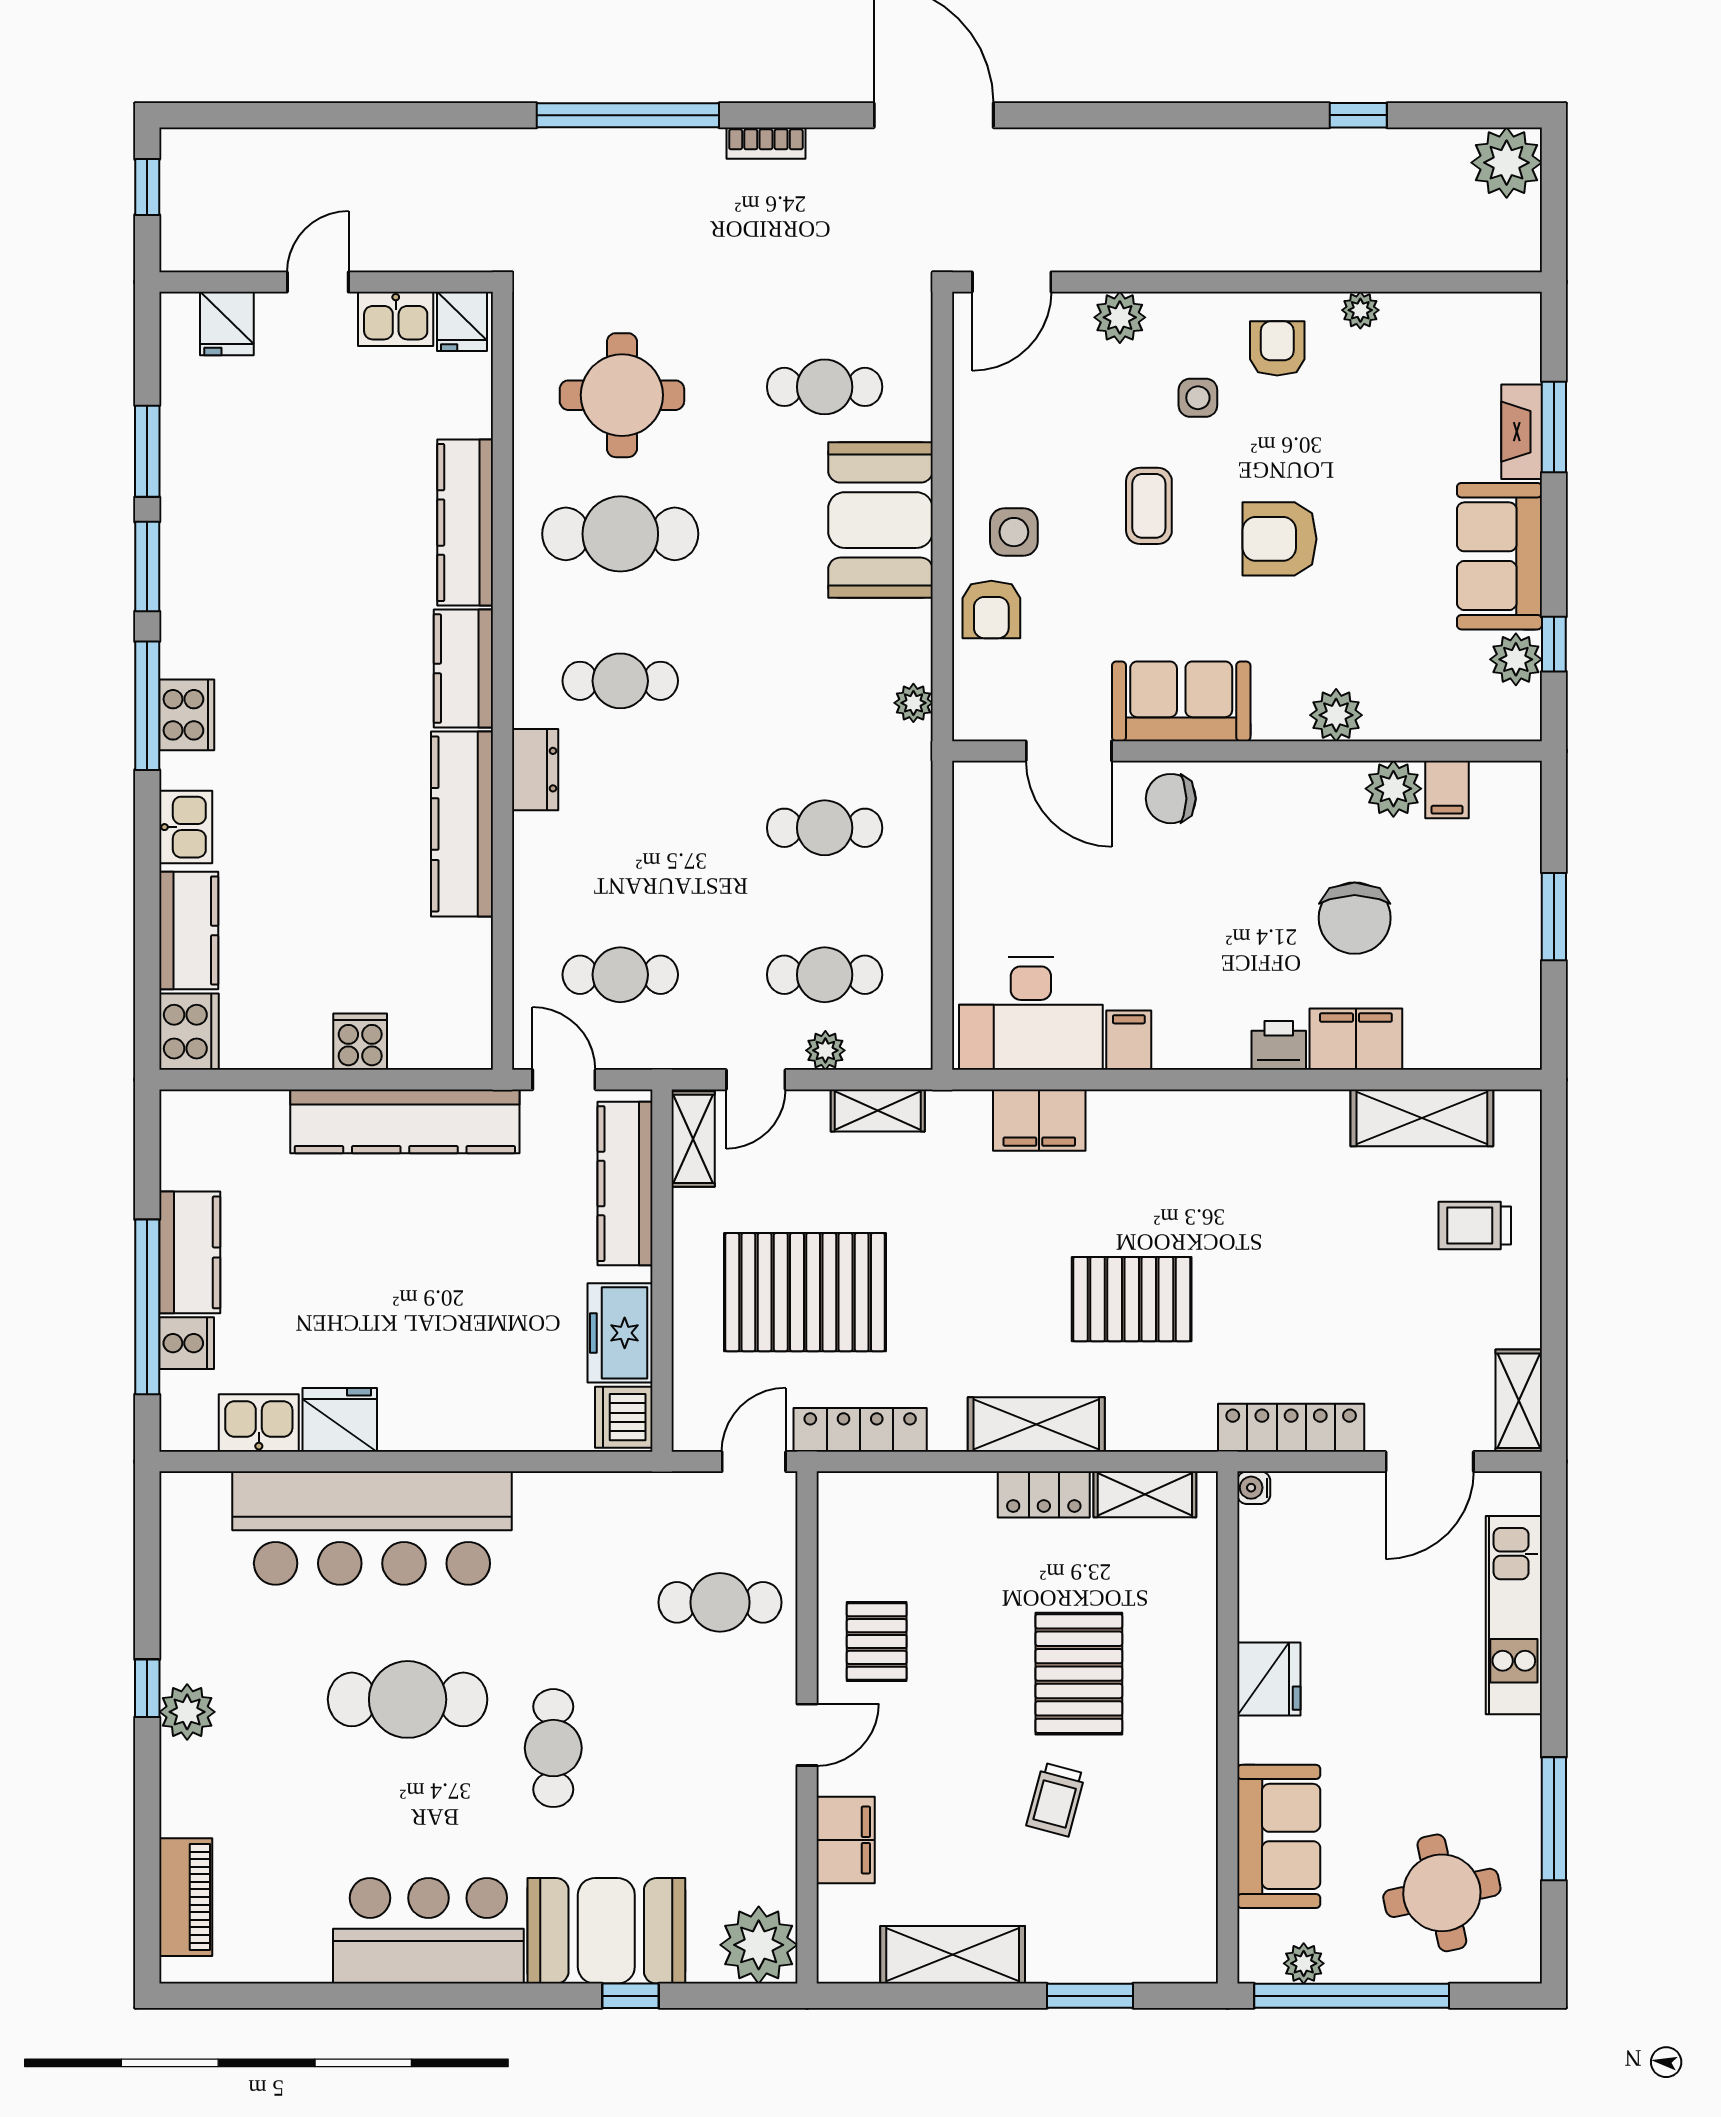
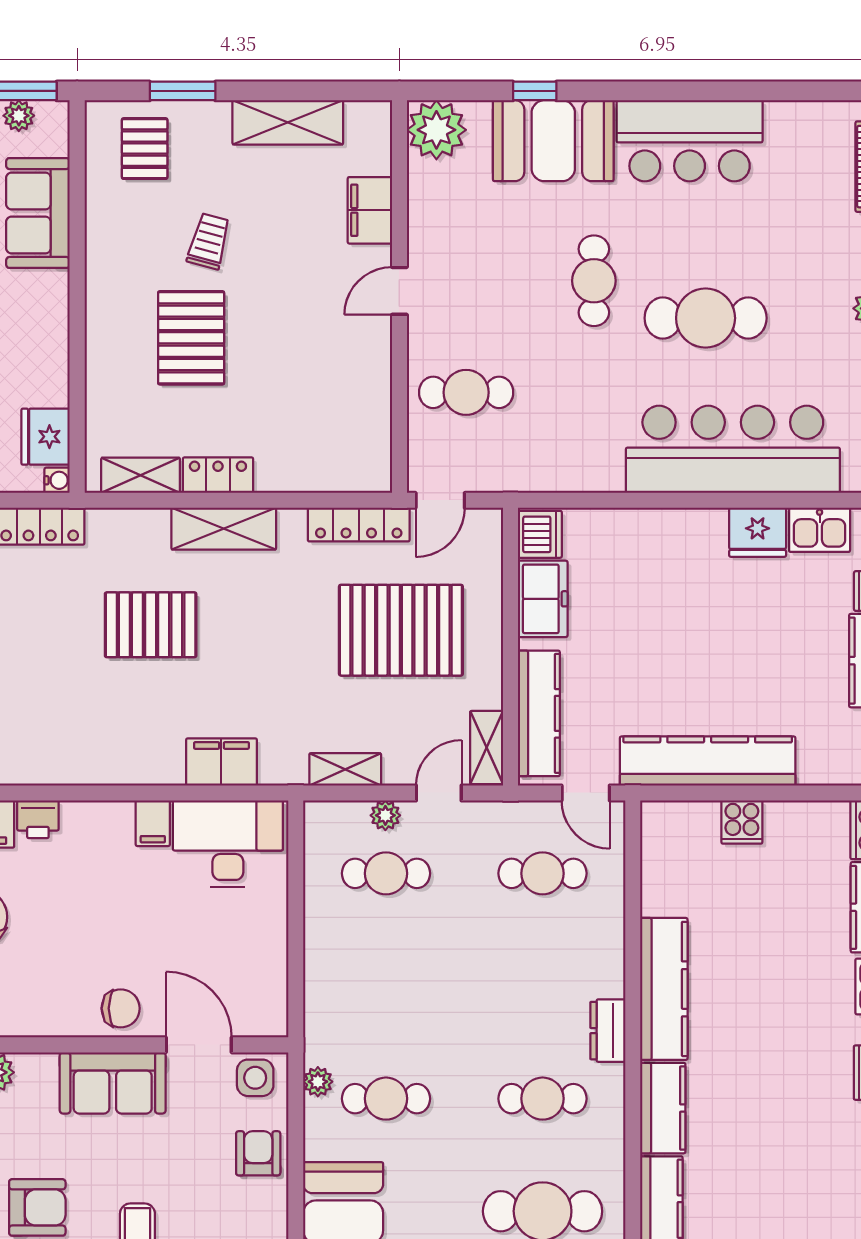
side table: (1014, 532) -> (255, 1078), moved
cafe table: (825, 828) -> (386, 1099), moved
pallet: (877, 1642) -> (145, 149), moved
fridge: (1269, 1679) -> (46, 437), moved

